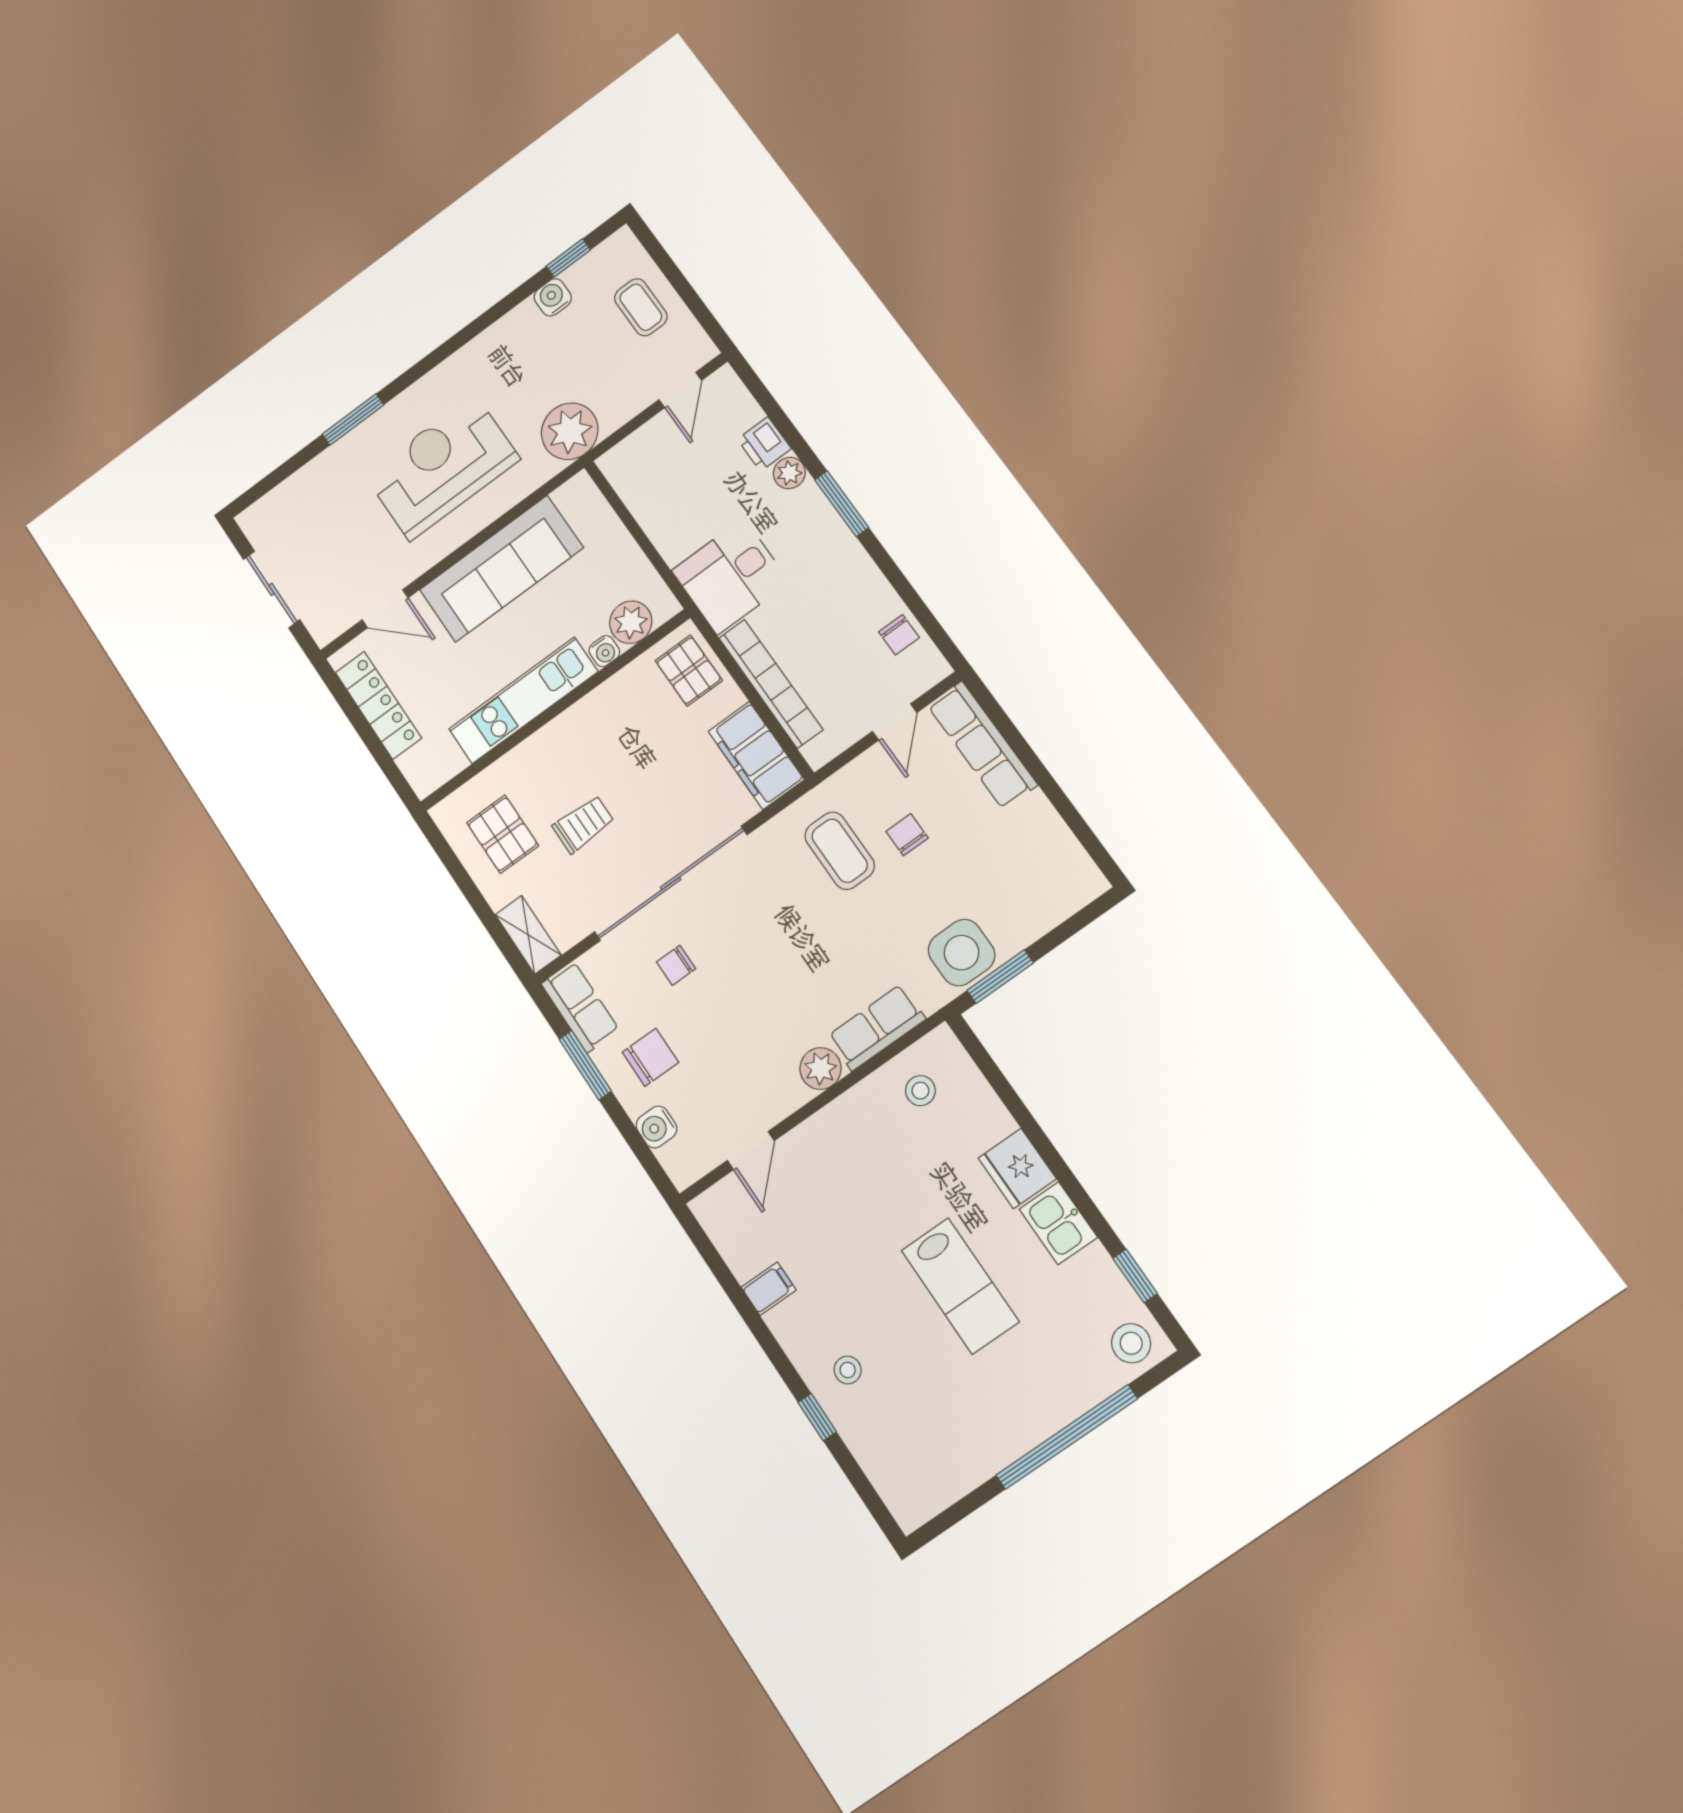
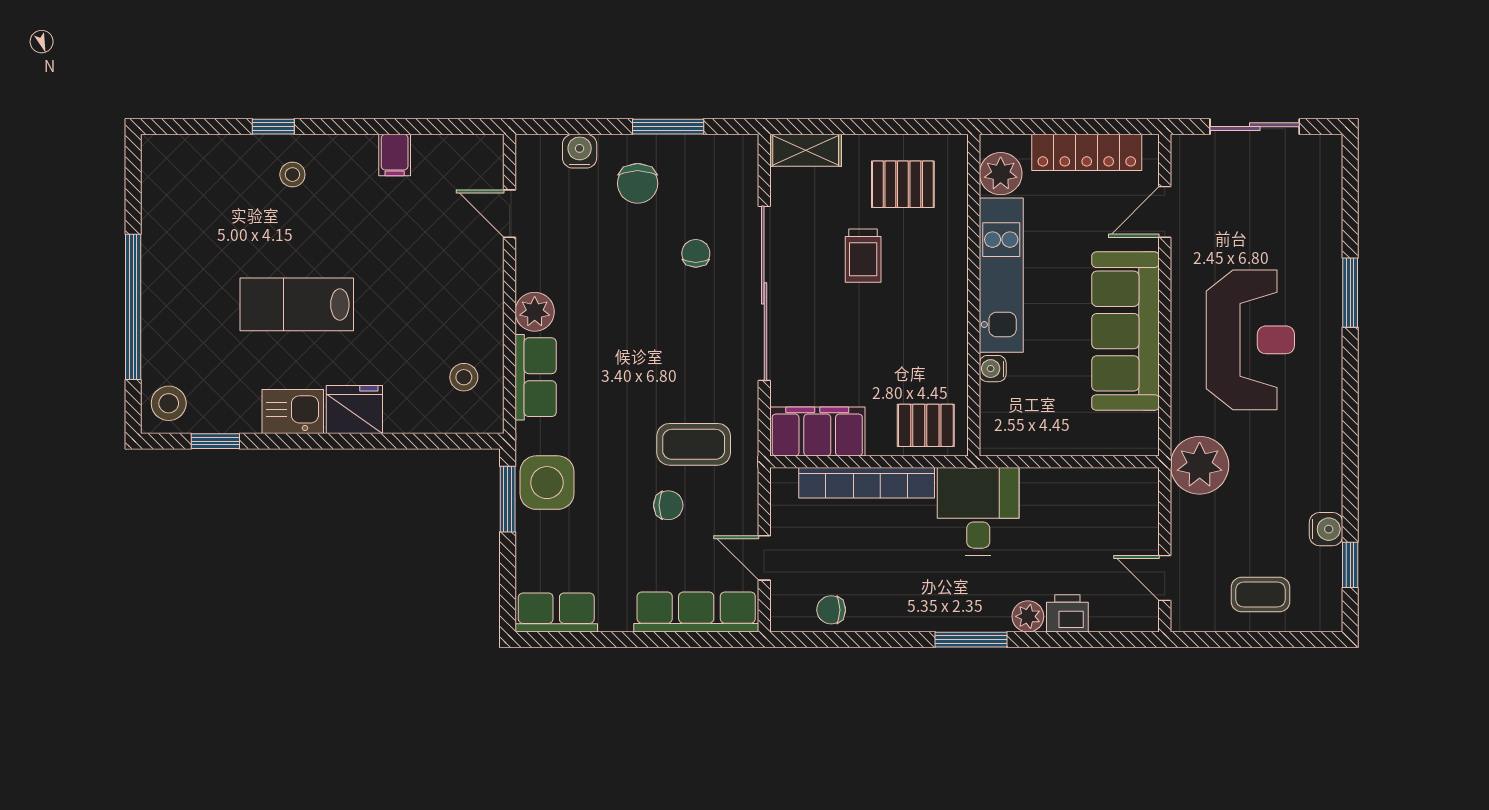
plant: (631, 622) -> (1001, 174), moved
row of seats: (580, 1007) -> (556, 613), moved, turned 180

